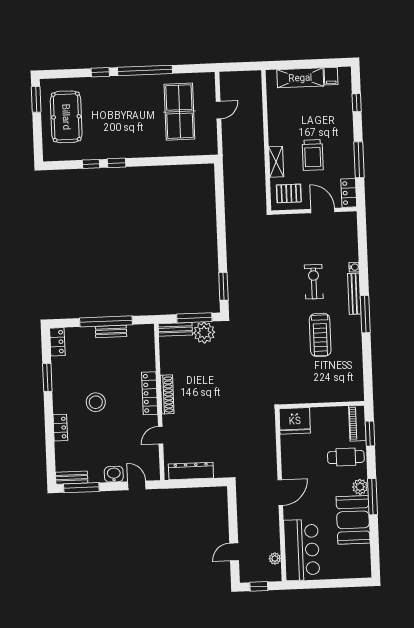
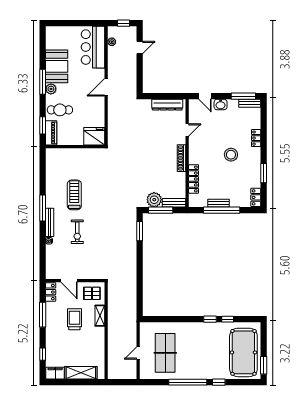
filing cabinet: (331, 76) -> (55, 373), width x2.00
pool table: (66, 117) -> (243, 352), width x1.36, depth x1.32
locker: (150, 393) -> (194, 179), moved

